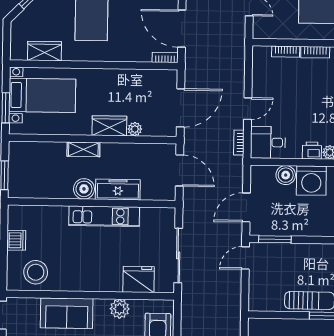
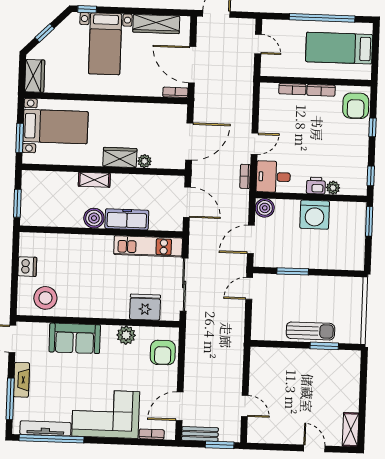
wardrobe: (45, 51) -> (35, 76), moved, turned 90
boiler: (286, 175) -> (265, 208), moved
kitchen unit: (104, 216) -> (148, 246), moved
window: (275, 239) -> (293, 271), moved

